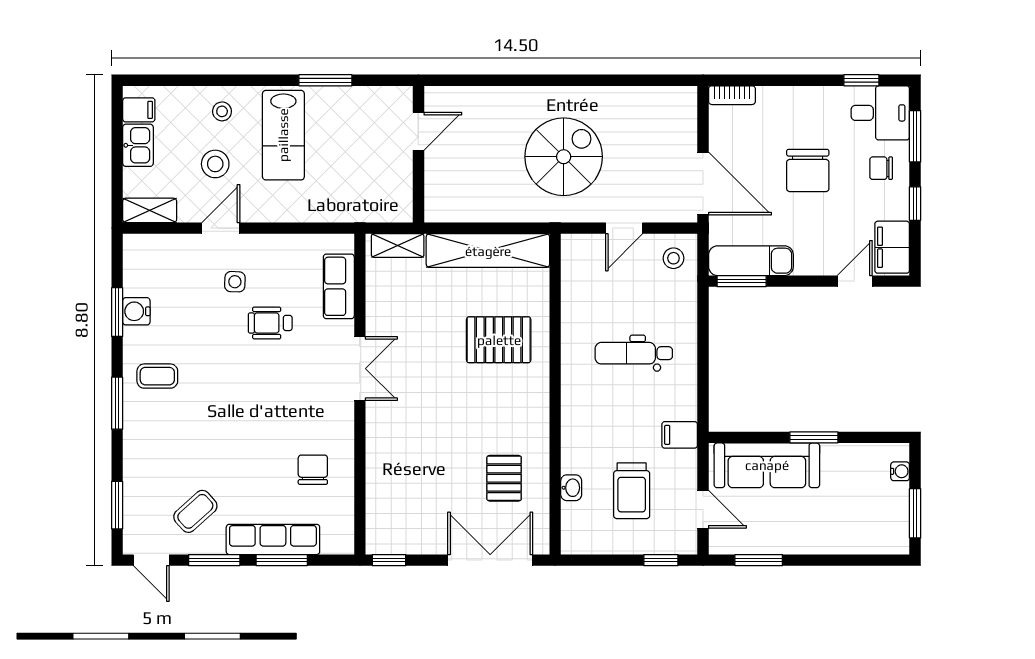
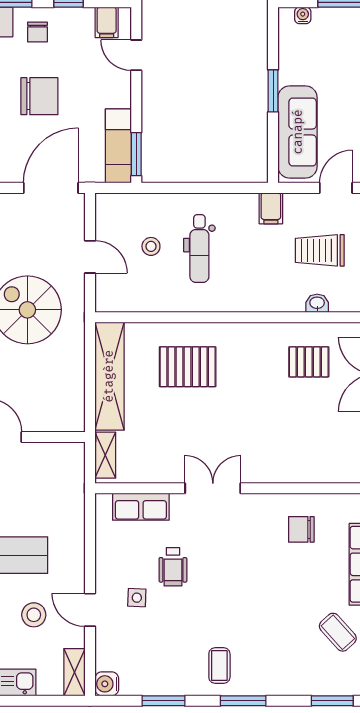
filing cabinet: (892, 247) -> (107, 22), width x0.50
stool: (673, 258) -> (151, 246), moved
water cooler: (136, 311) -> (107, 684), moved, turned 90
pallet: (499, 340) -> (188, 367), turned 90
trolley: (632, 491) -> (320, 250), turned 180

